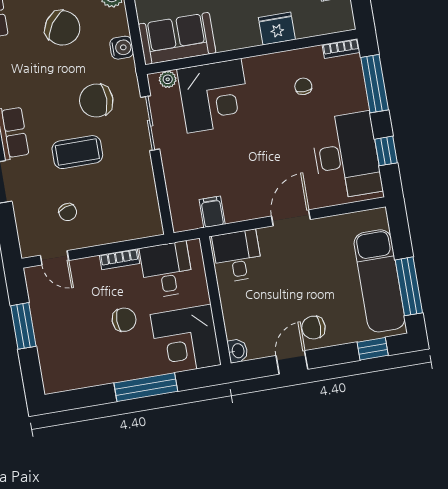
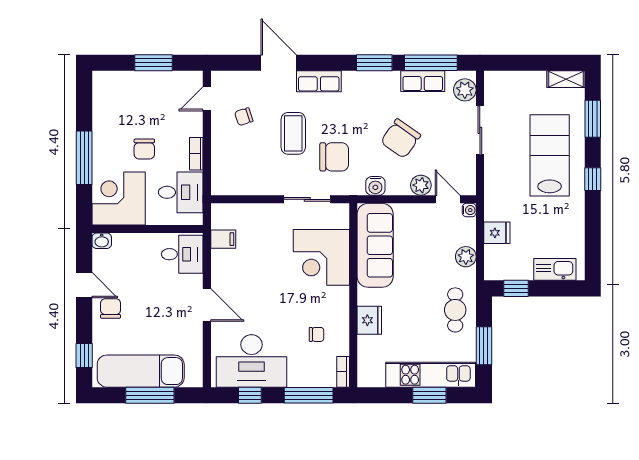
sofa: (177, 39) -> (375, 245), width x1.36
plant: (168, 79) -> (342, 220), removed
chair: (96, 101) -> (334, 157), turned 90
window: (409, 286) -> (150, 395), moved

